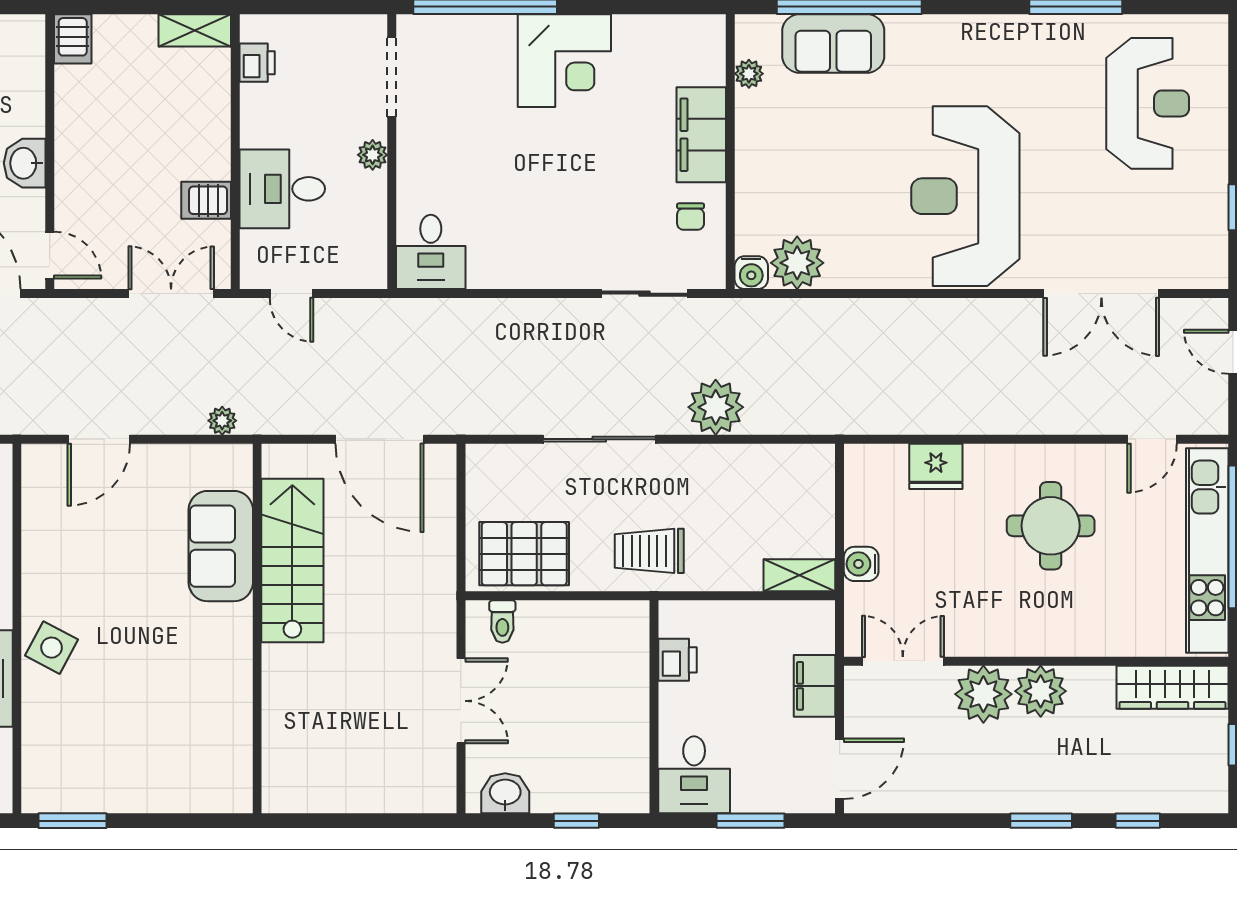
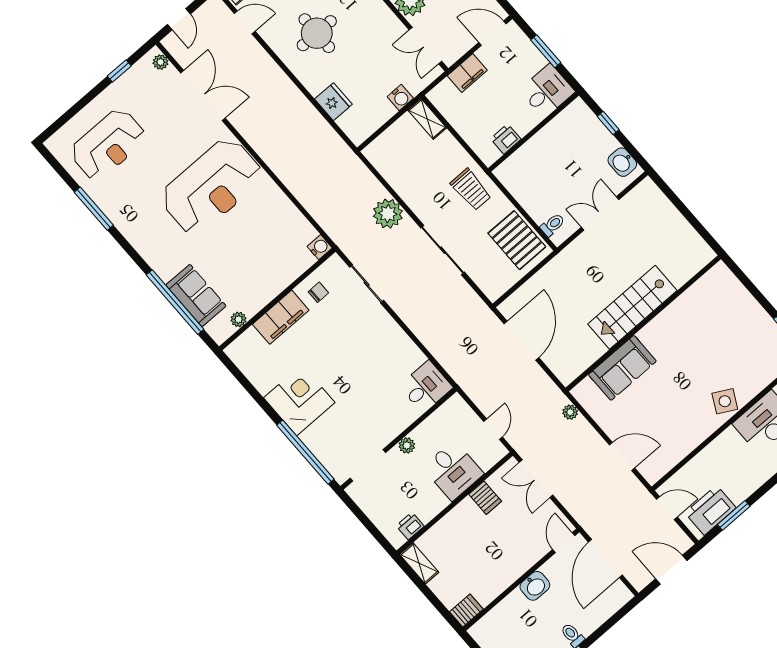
reception desk: (1148, 103) -> (108, 144), turned 180
plant: (797, 263) -> (161, 62), moved, width x0.53, depth x0.53
stairs: (292, 560) -> (632, 307), moved

